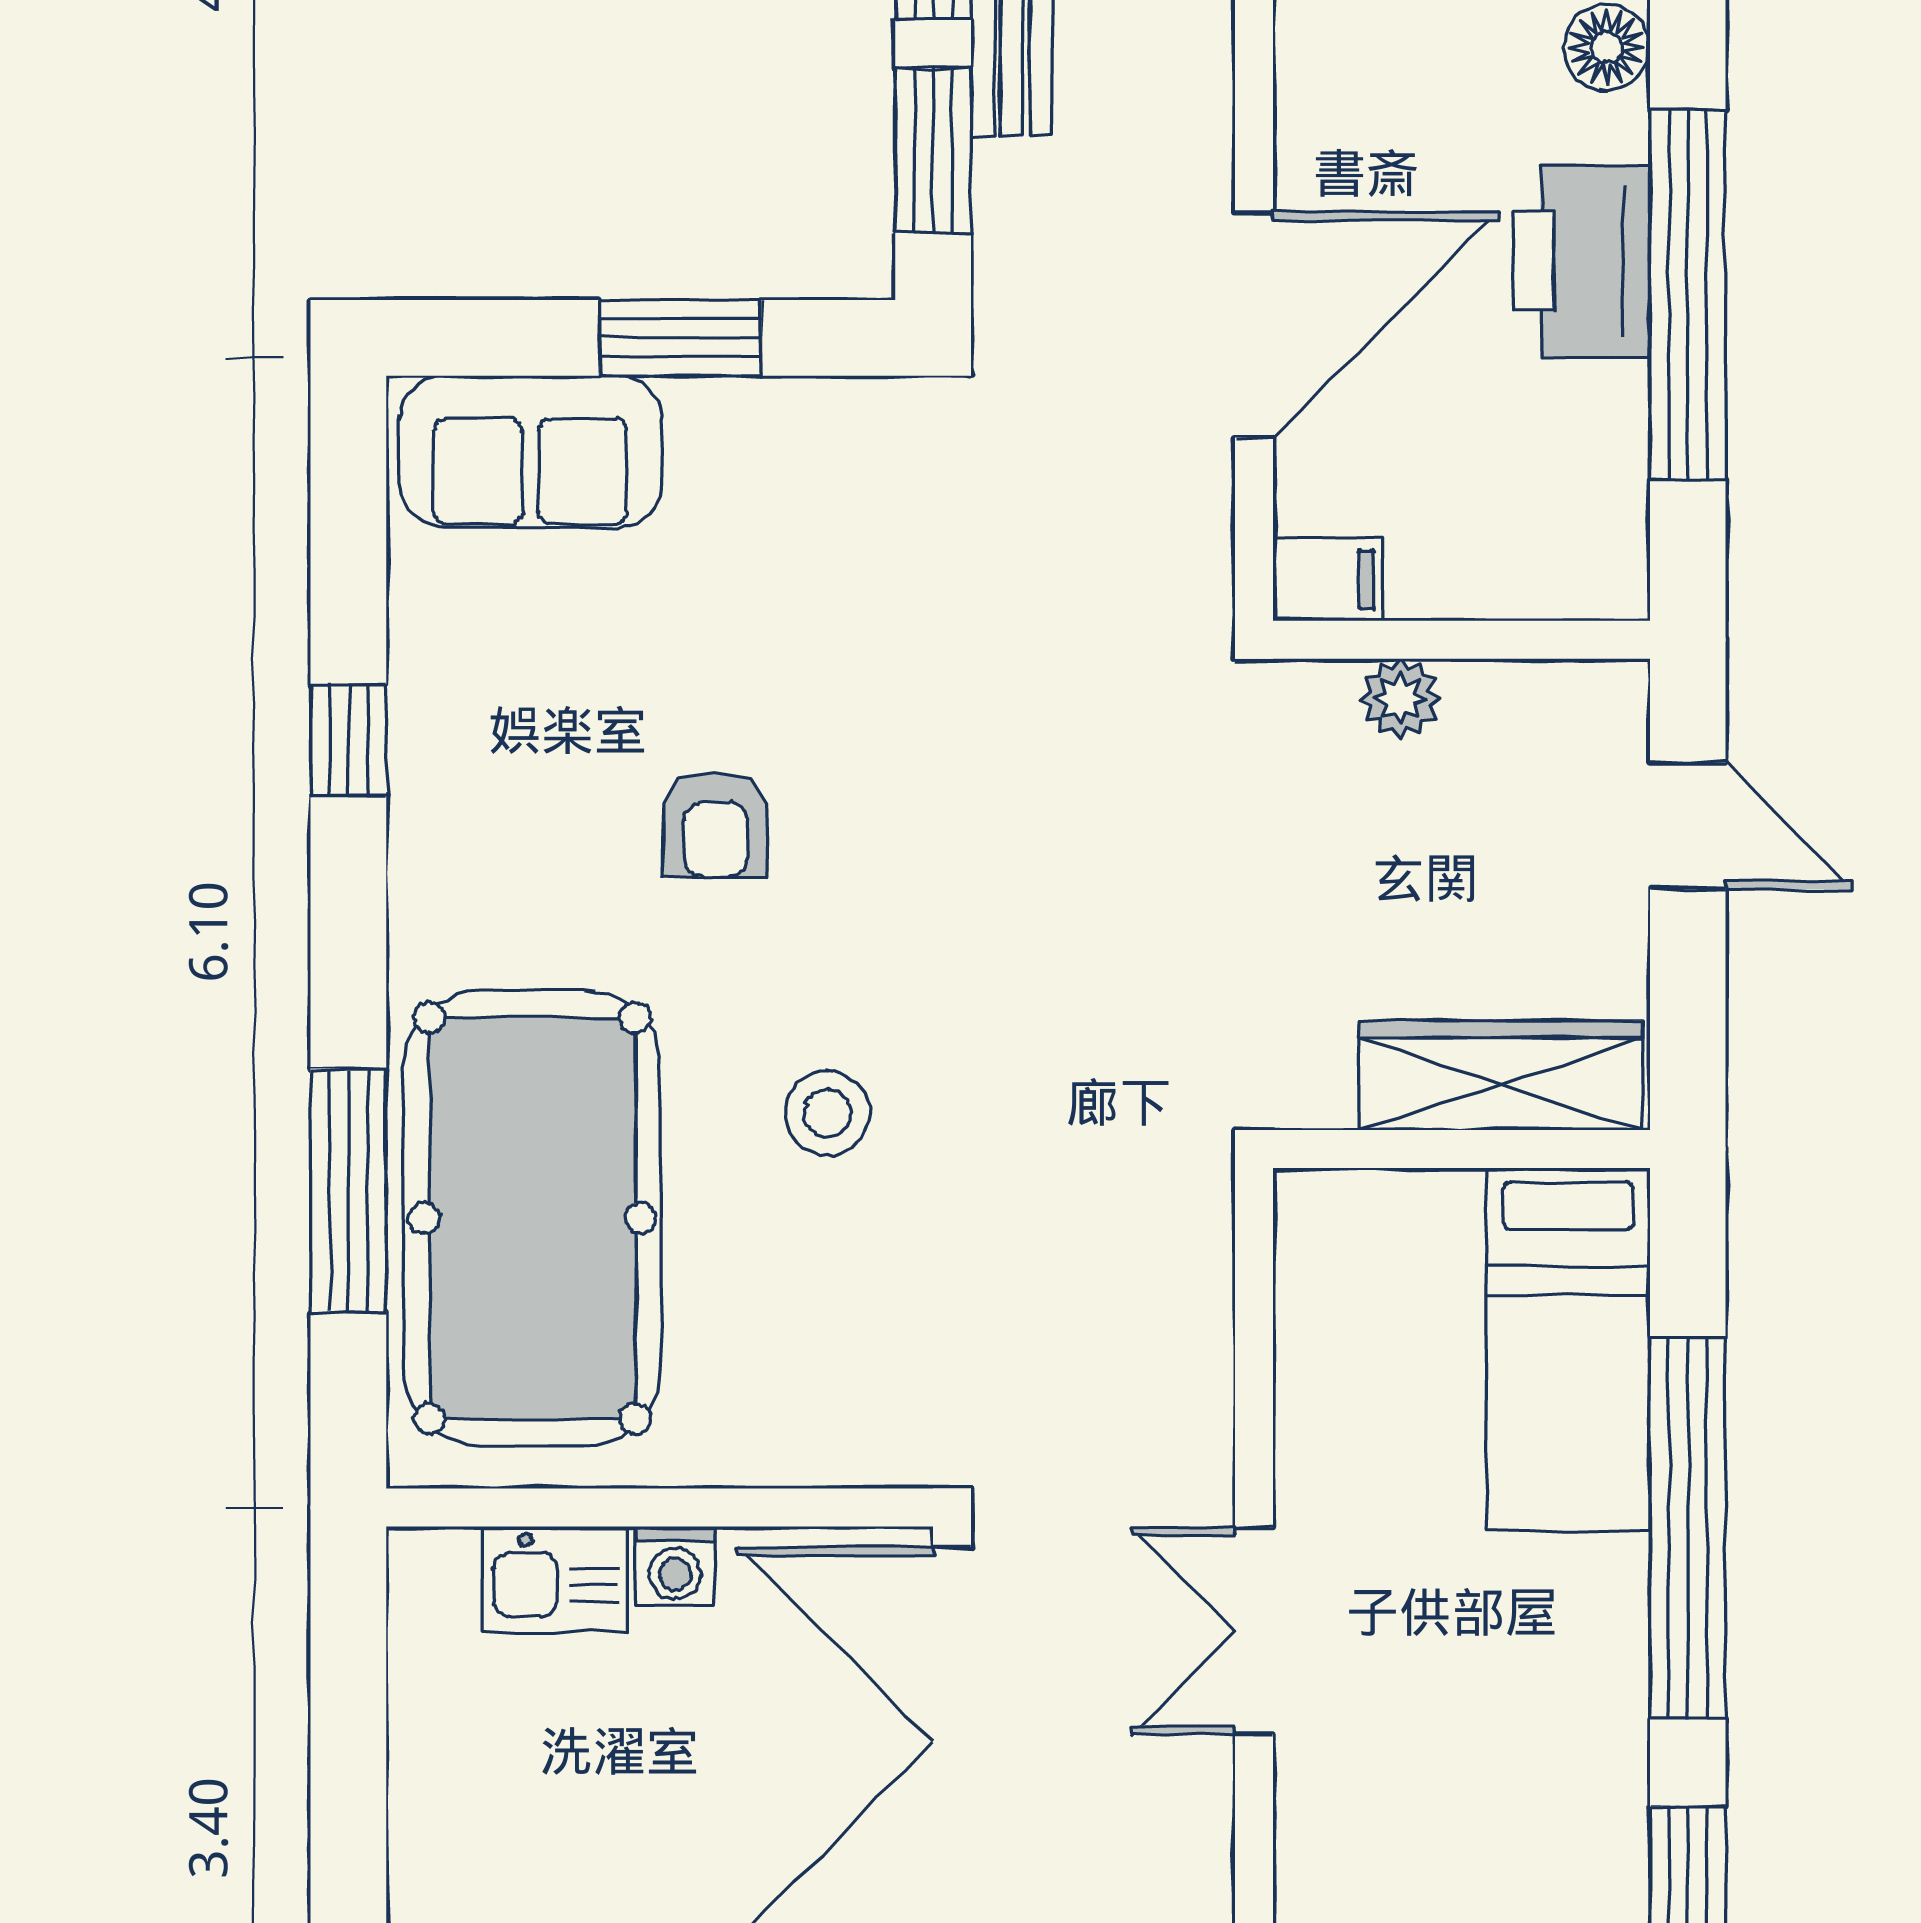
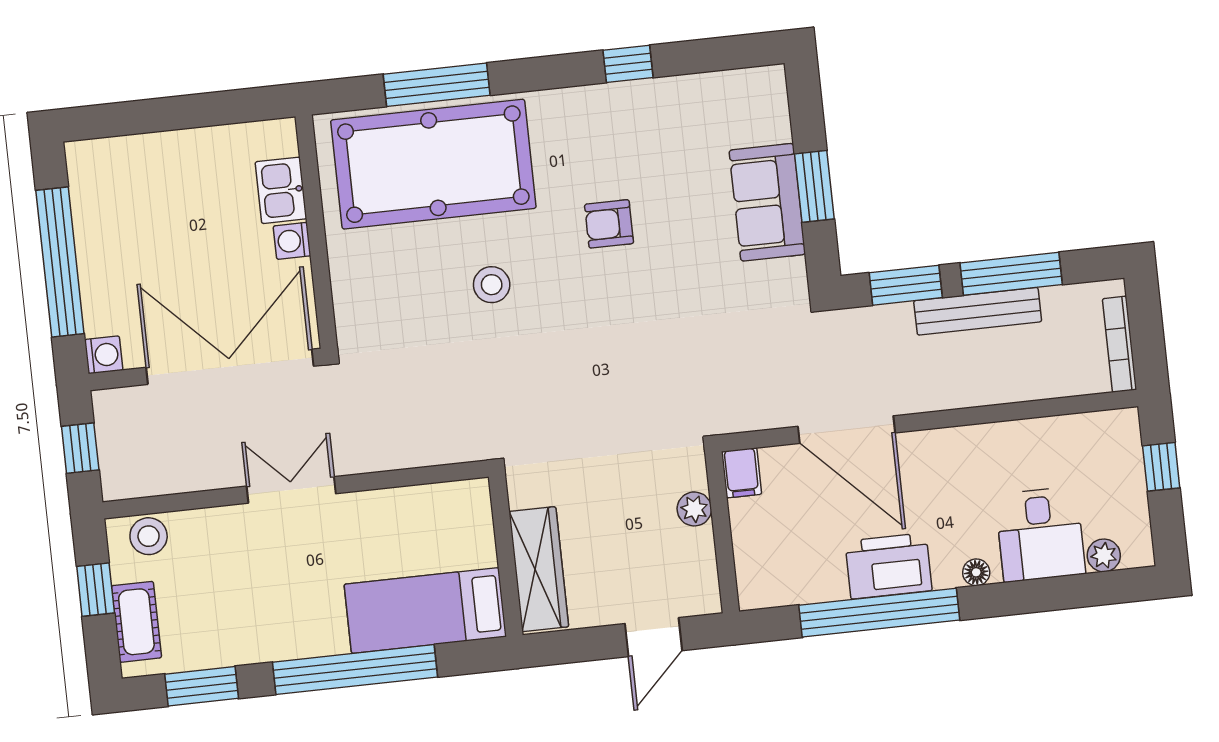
floor lamp: (1607, 47) -> (976, 572), width x0.73, depth x0.73
sofa: (530, 451) -> (767, 202), moved

